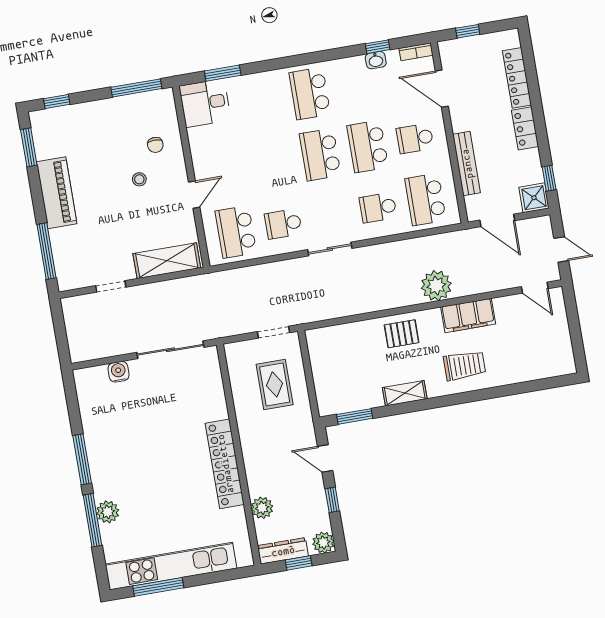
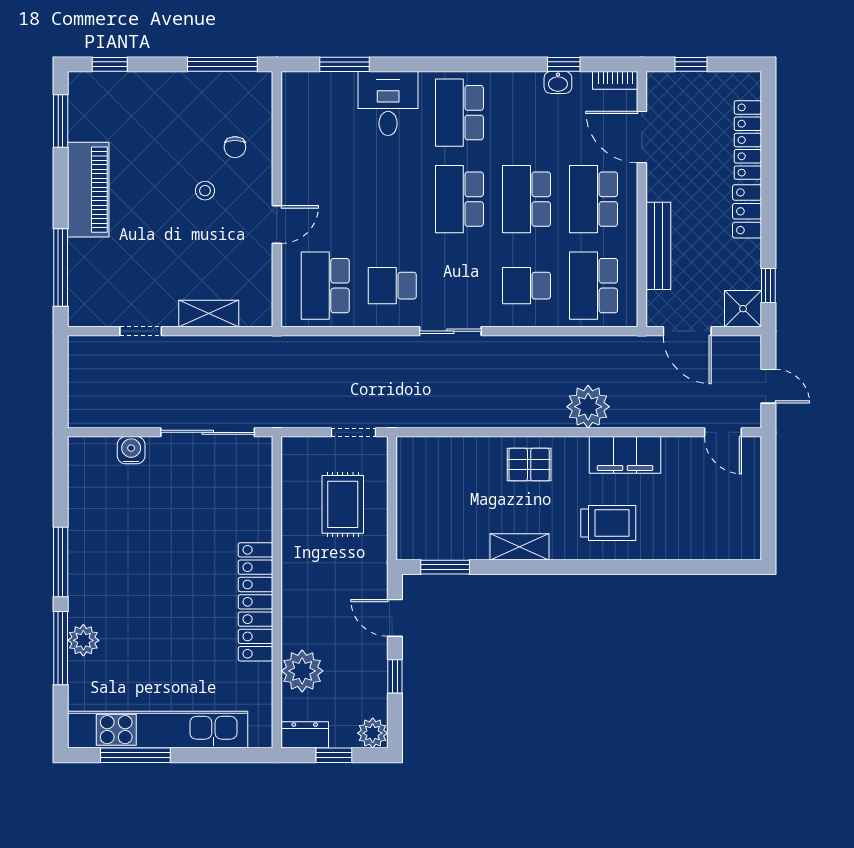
desk: (205, 103) -> (388, 103), moved, turned 90
school desk: (415, 138) -> (594, 199), width x1.85
shelving: (167, 261) -> (209, 313), width x0.67, depth x0.75
plant: (262, 508) -> (302, 671), width x1.36, depth x1.36
dresser: (283, 551) -> (305, 735), width x0.70

